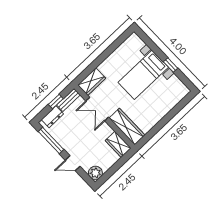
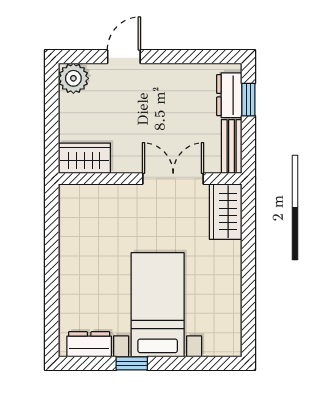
dresser: (178, 85) -> (89, 344), added
window: (56, 101) -> (248, 100), moved
wardrobe: (127, 127) -> (99, 200), removed
window: (51, 140) -> (193, 57), removed

